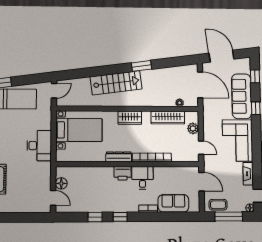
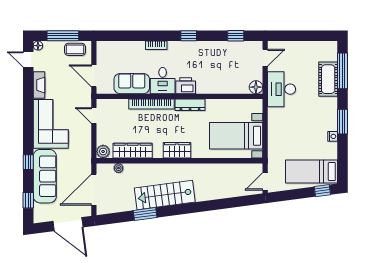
window: (142, 66) -> (145, 214), moved
stairs: (116, 83) -> (165, 195), moved
door: (200, 85) -> (94, 190), hinge flipped
plant: (193, 128) -> (103, 151), moved
desk: (39, 146) -> (282, 89), moved
floor lamp: (61, 183) -> (256, 87), moved
door: (53, 198) -> (265, 58), swing flipped
sofa: (173, 203) -> (132, 84), moved, turned 180
window: (95, 217) -> (236, 36), moved

